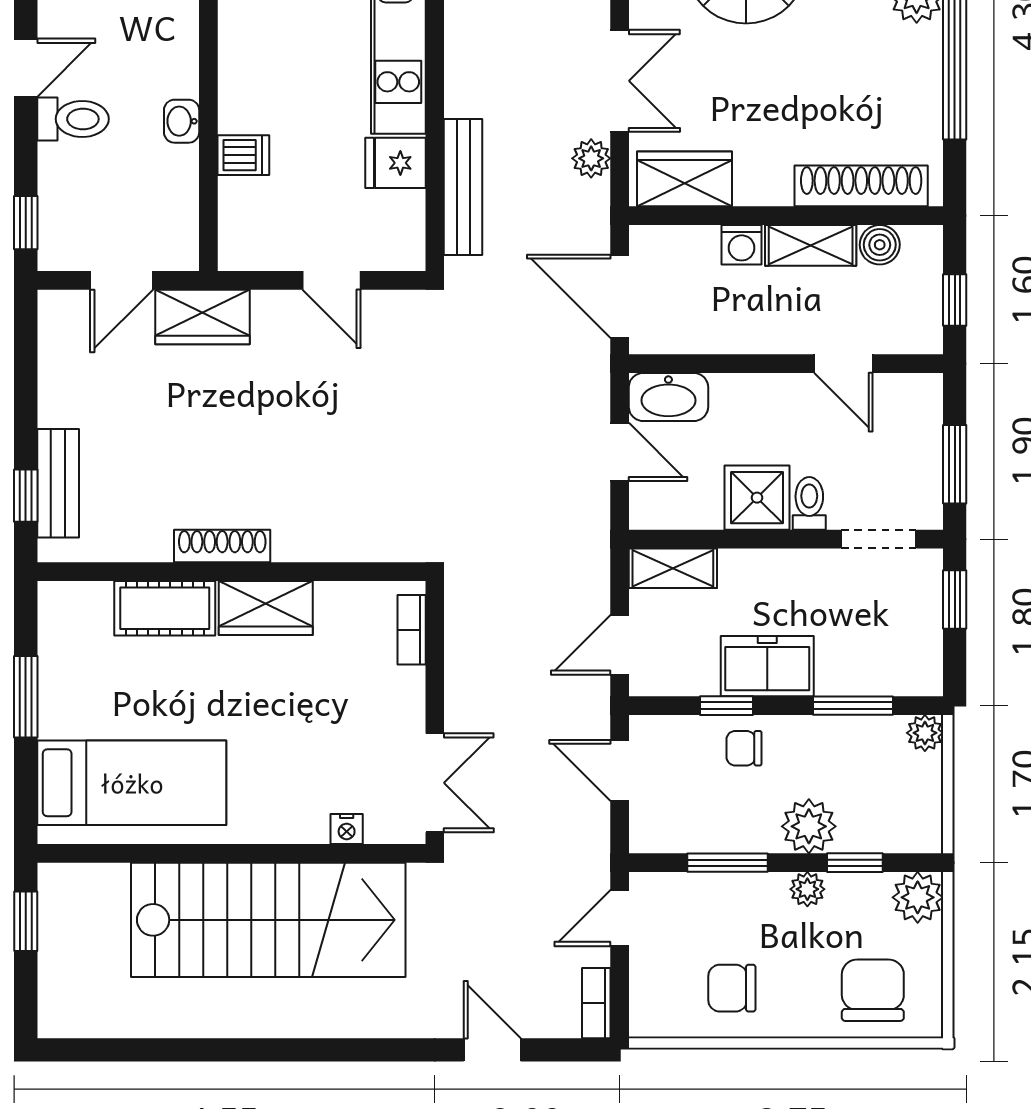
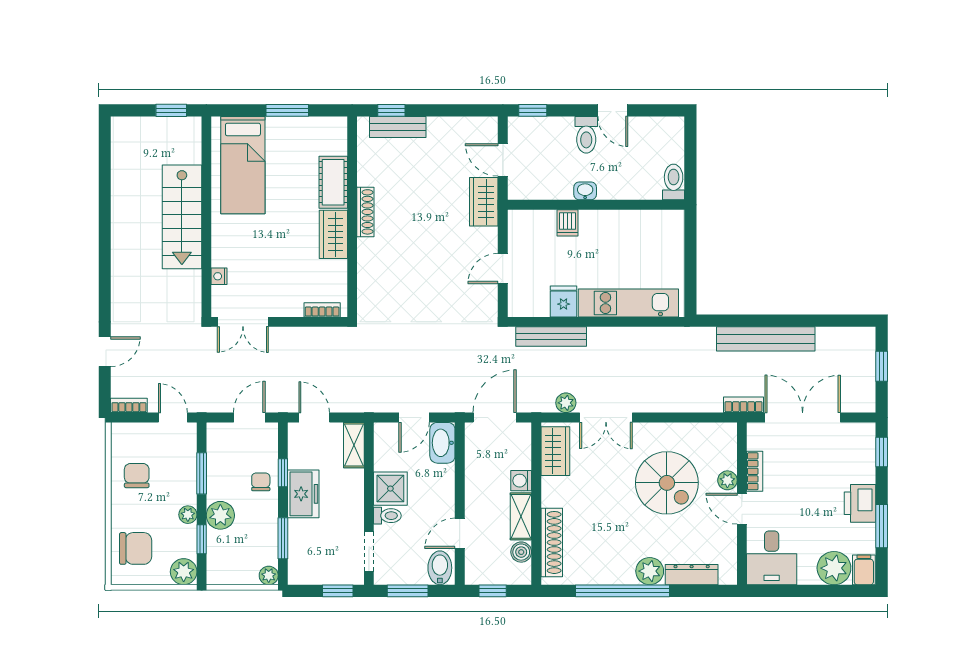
bidet: (910, 402) -> (440, 568), added
stairs: (268, 920) -> (182, 217), width x0.73, depth x0.66

